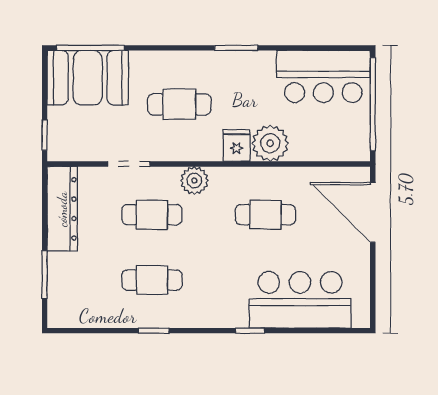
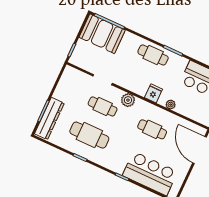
cafe table: (179, 104) -> (153, 55), moved
plant: (270, 143) -> (171, 105), width x0.53, depth x0.53
dresser: (62, 209) -> (49, 119), moved
cafe table: (152, 280) -> (89, 135), width x1.37, depth x1.35

